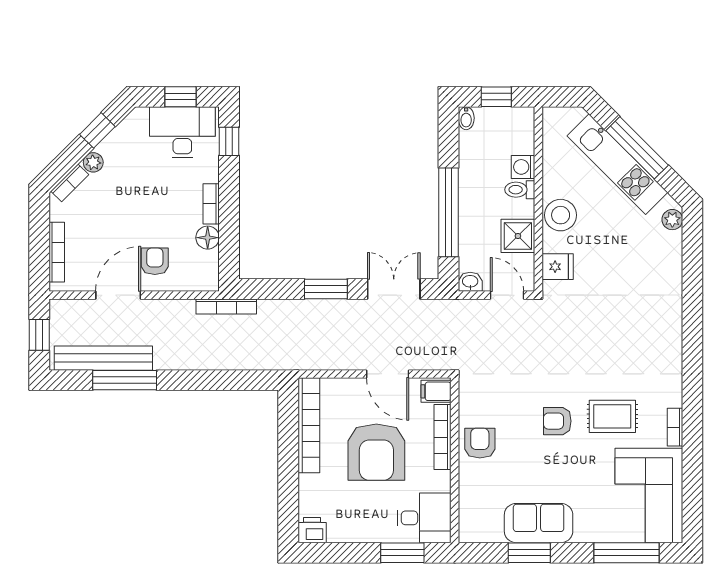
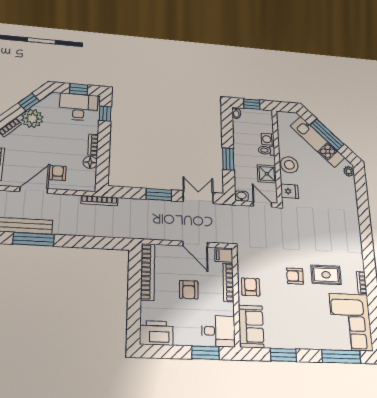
plant: (93, 162) -> (32, 119), width x1.88, depth x1.88
window: (448, 212) -> (228, 159), width x0.47
armchair: (376, 452) -> (189, 290), width x0.53, depth x0.53
sofa: (539, 523) -> (251, 326), moved, turned 90
printer: (312, 530) -> (156, 333), width x1.87, depth x1.48

